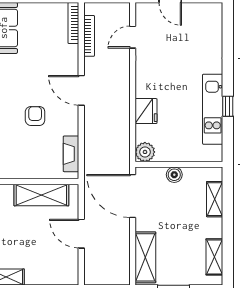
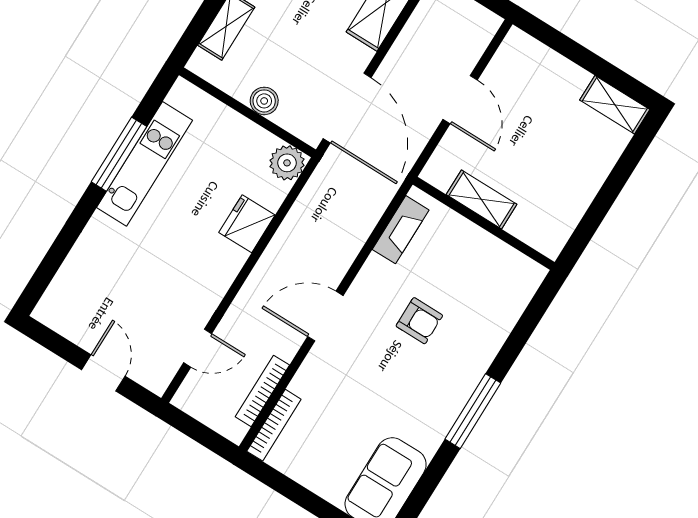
door: (81, 90) -> (325, 316), swing flipped
window: (228, 106) -> (119, 154), width x2.17
armchair: (35, 116) -> (419, 321), turned -90
shelving: (41, 195) -> (482, 199), width x0.67, depth x0.75

